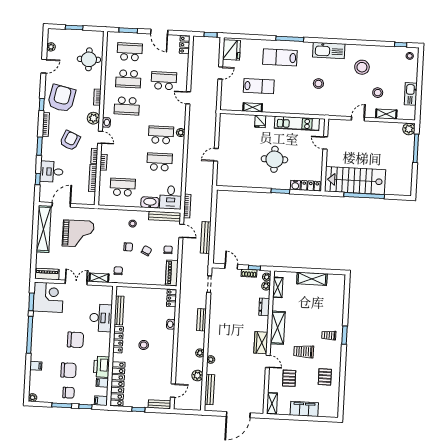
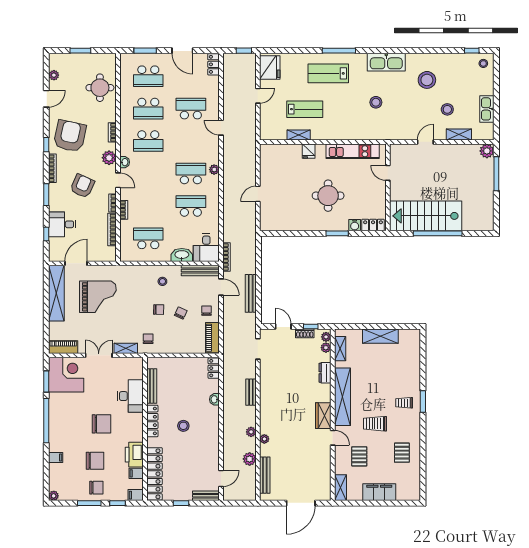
school desk: (130, 52) -> (148, 76), turned 180
shelving: (278, 328) -> (342, 397), width x1.47

